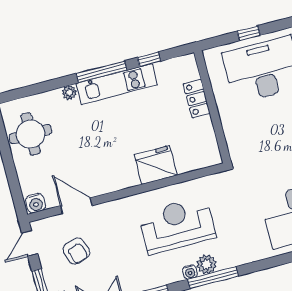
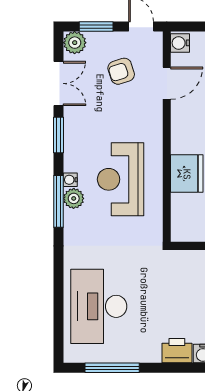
reception desk: (177, 225) -> (121, 179), turned 180

